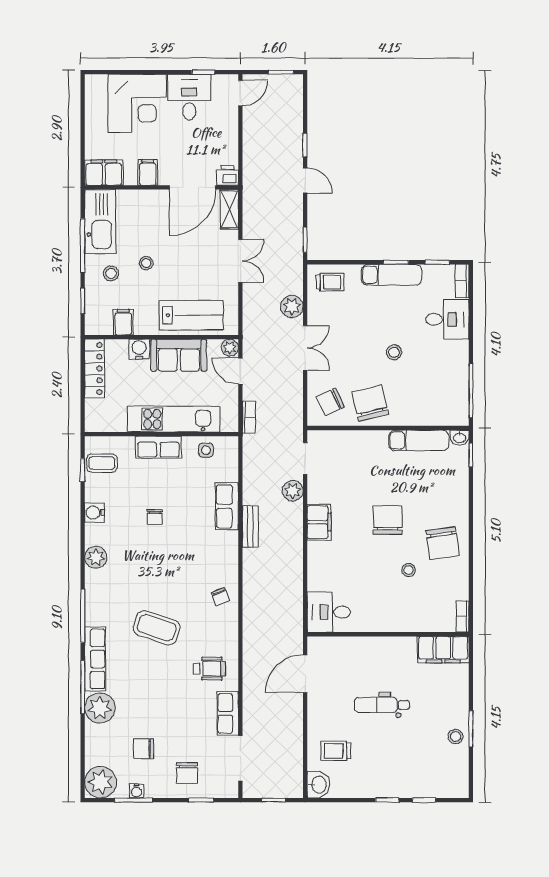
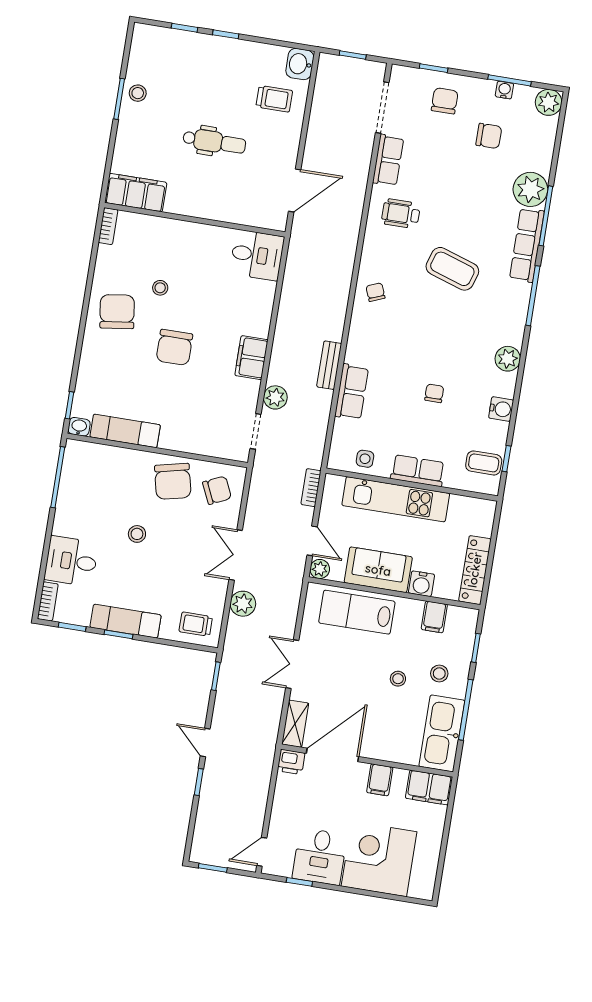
plant: (101, 782) -> (549, 102), width x0.73, depth x0.73

